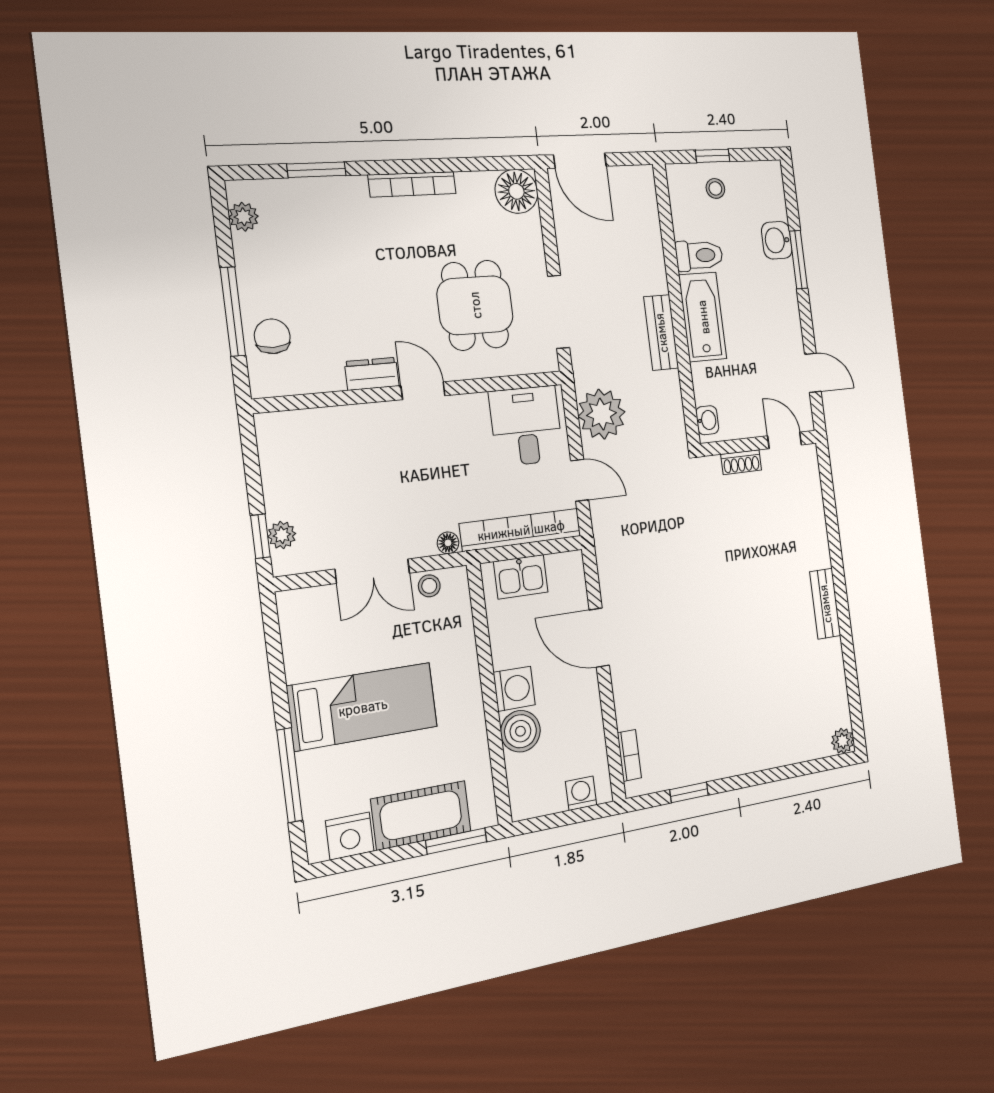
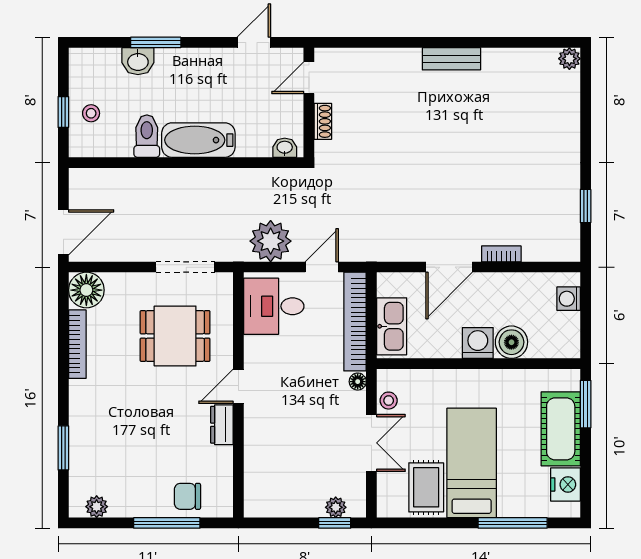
bookcase: (412, 184) -> (77, 344), moved
bench: (661, 333) -> (209, 180), removed
kitchen sink: (521, 577) -> (392, 326), width x1.38
rug: (323, 652) -> (426, 487), added
bookcase: (629, 755) -> (501, 254), moved

